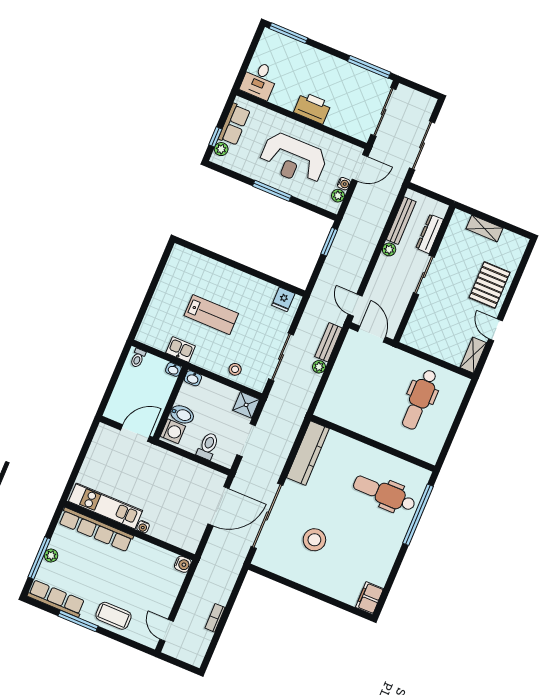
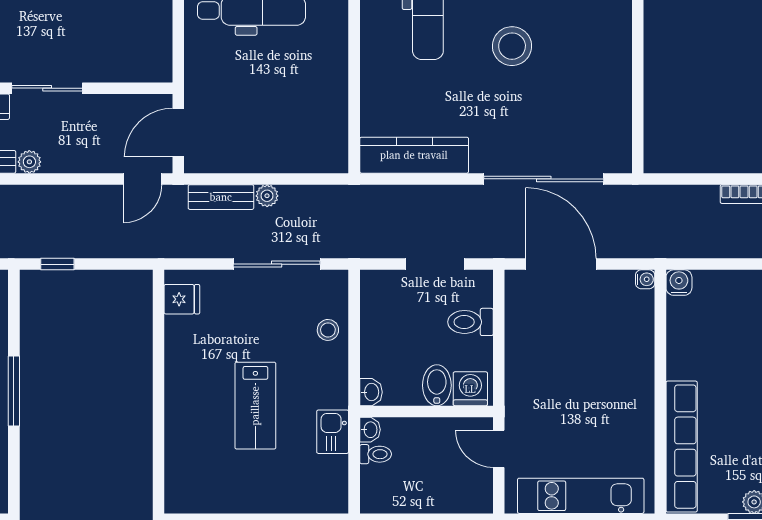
window: (329, 242) -> (57, 264), width x0.67
lab bench: (211, 315) -> (255, 406), turned 180
toilet: (138, 358) -> (376, 454), moved
shower: (246, 405) -> (378, 288), removed
door: (135, 433) -> (499, 449), width x0.73
kitchen unit: (106, 506) -> (581, 496), moved, turned 90
water cooler: (143, 527) -> (645, 279), moved
stool: (314, 540) -> (512, 46), moved

